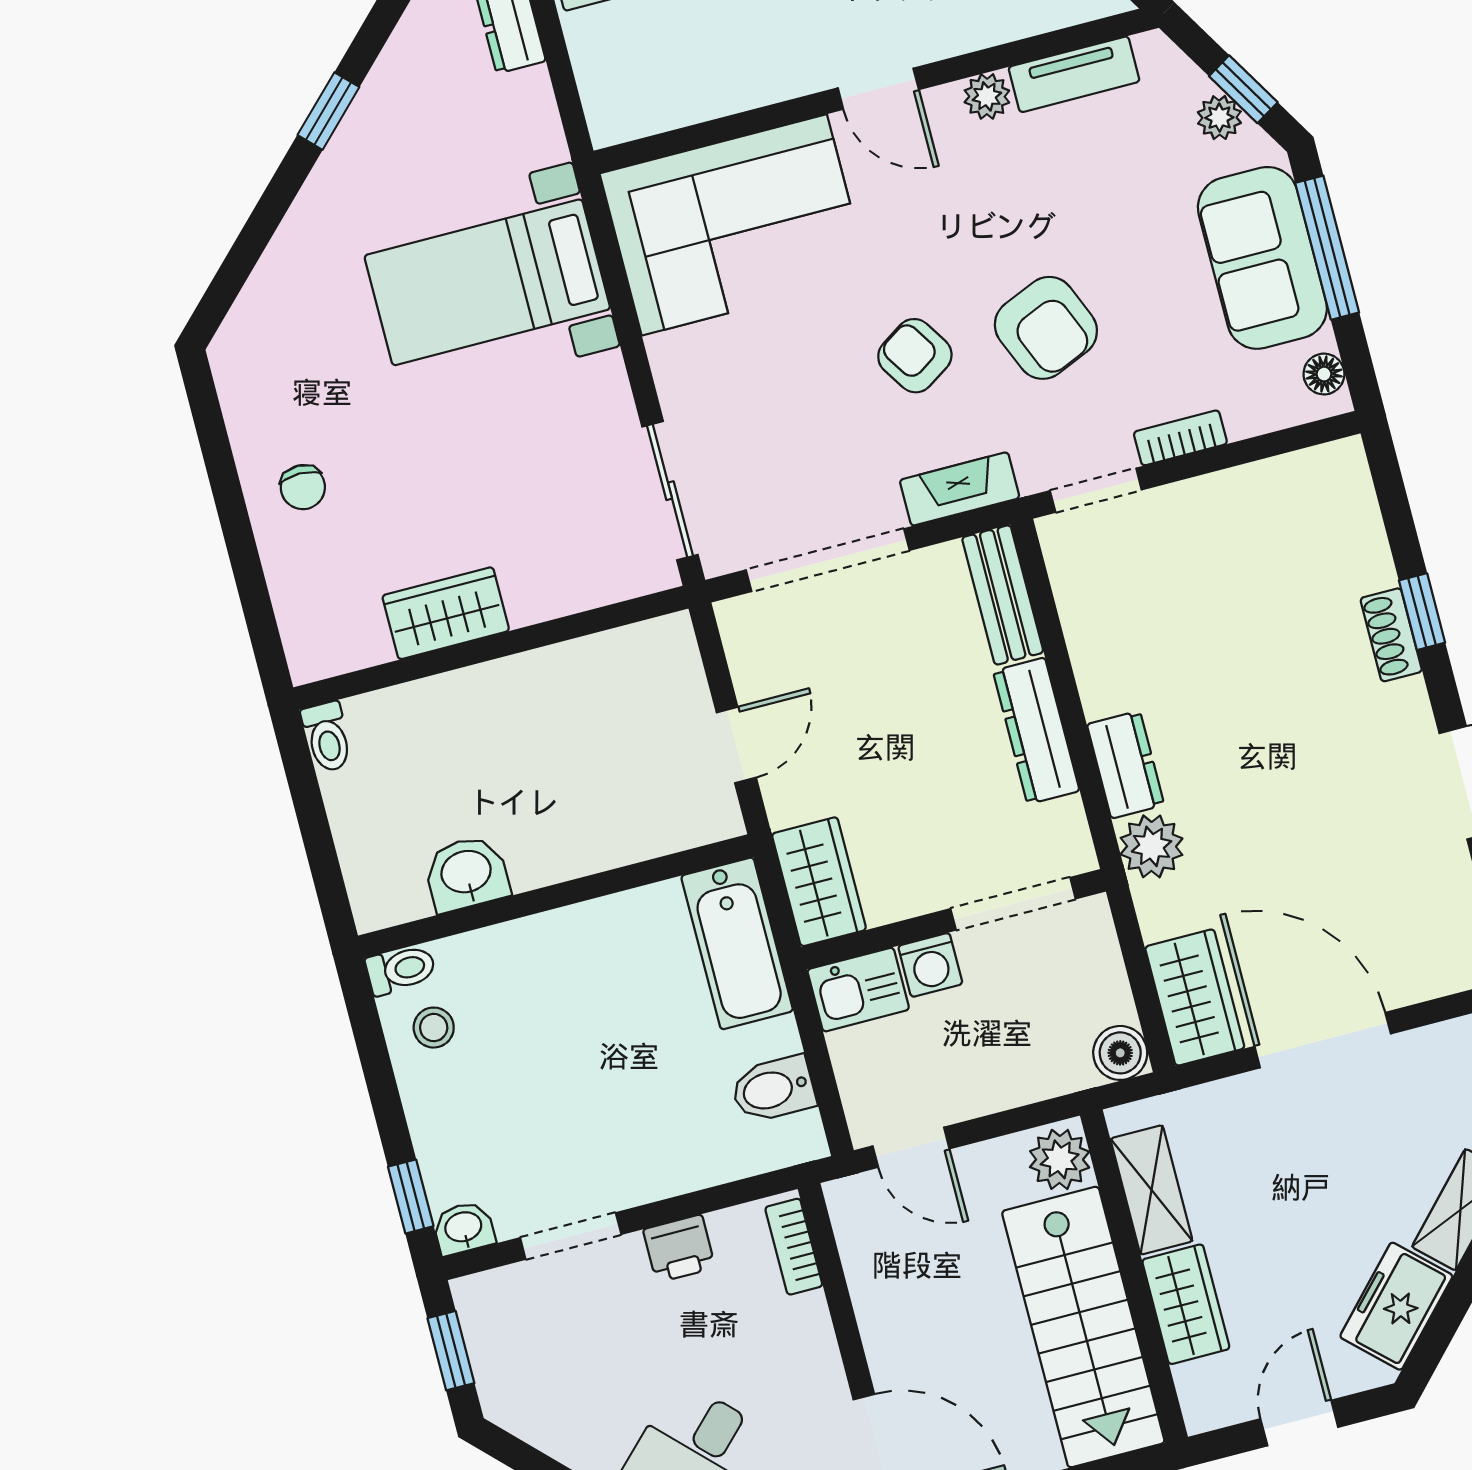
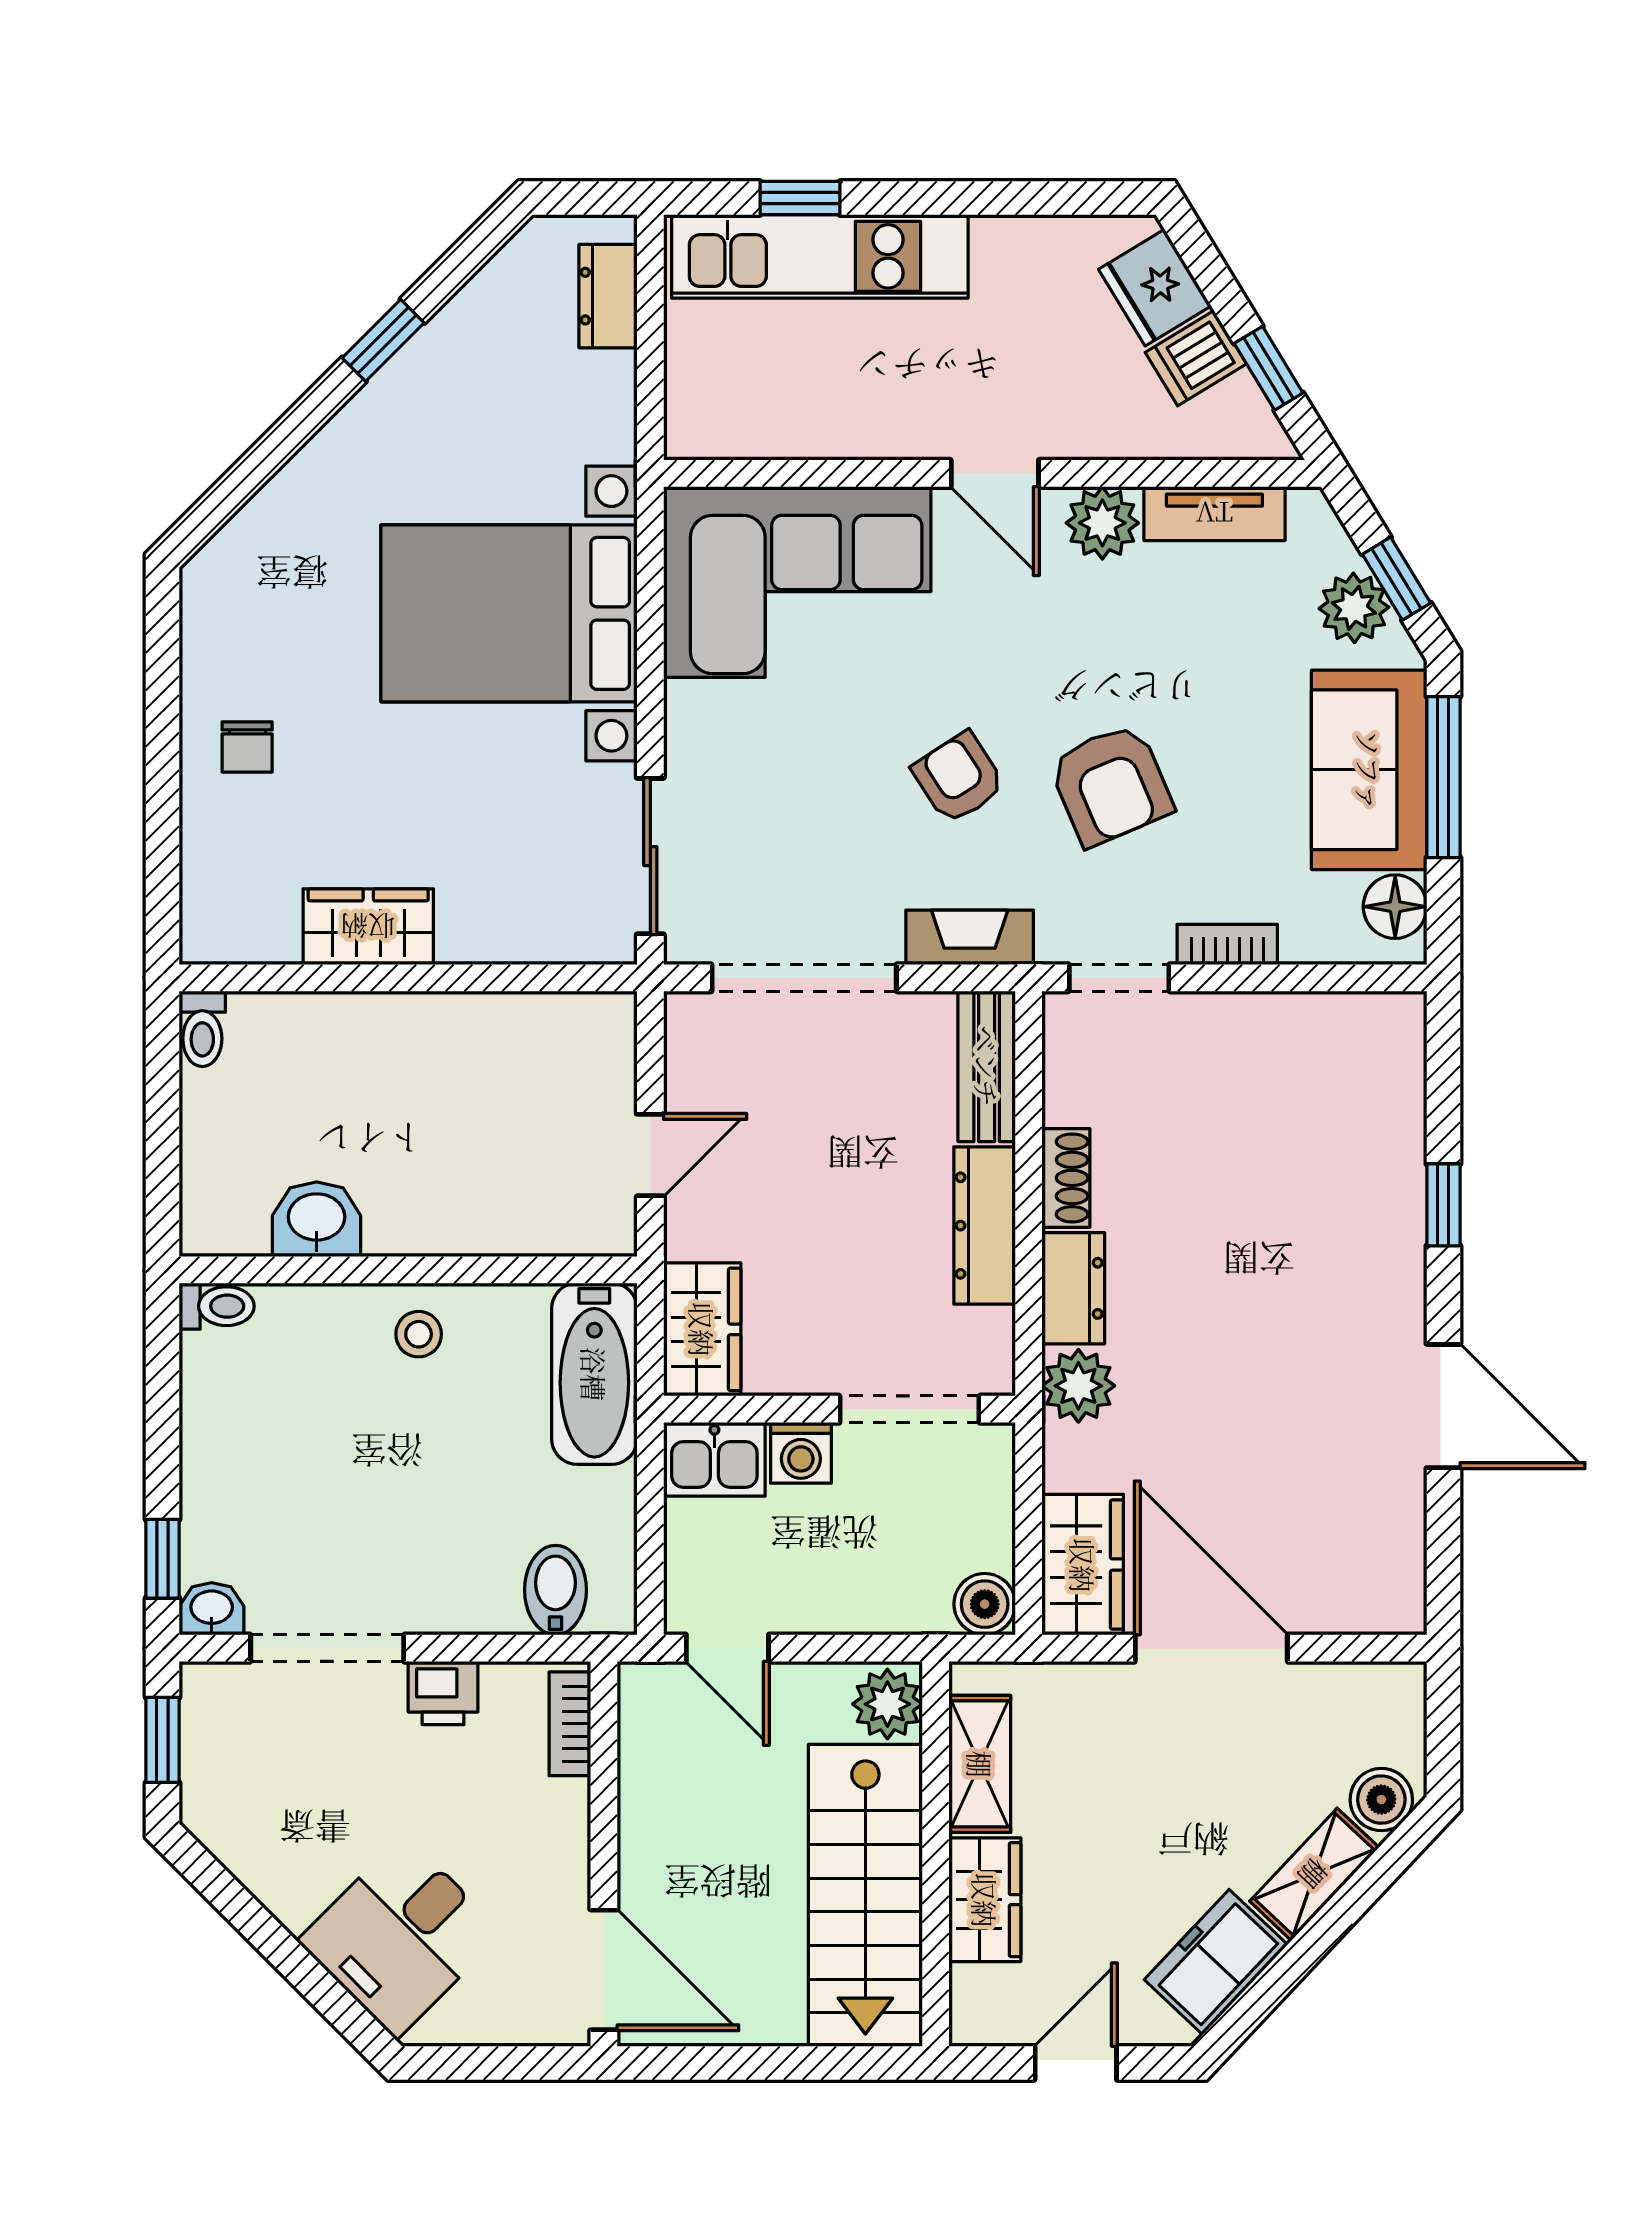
plant: (987, 96) -> (1102, 523), width x1.38, depth x1.38
plant: (1219, 118) -> (1354, 608), width x1.38, depth x1.38
bed with nightstands: (487, 282) -> (509, 613), width x1.36
floor lamp: (1324, 374) -> (1395, 907), width x1.37, depth x1.37
shoe rack: (1391, 635) -> (1066, 1178), moved, turned 180
stool: (434, 1028) -> (419, 1334), moved
bidet: (773, 1089) -> (555, 1590), moved, turned 90
doorway: (571, 1236) -> (327, 1648), width x1.38

